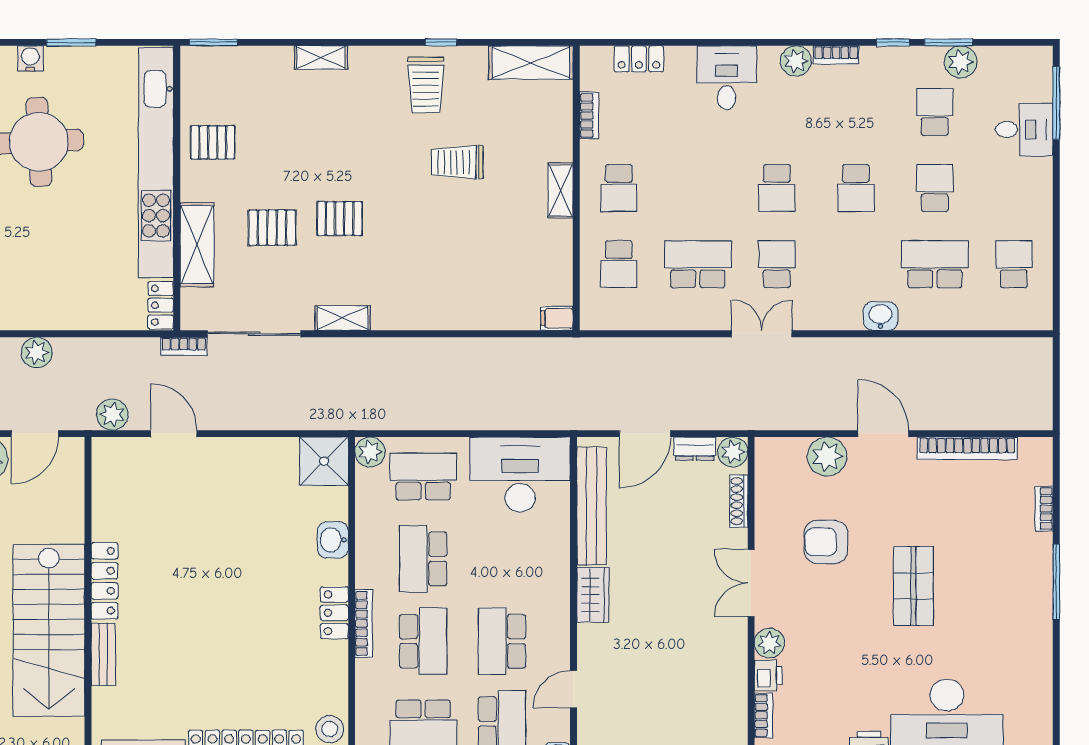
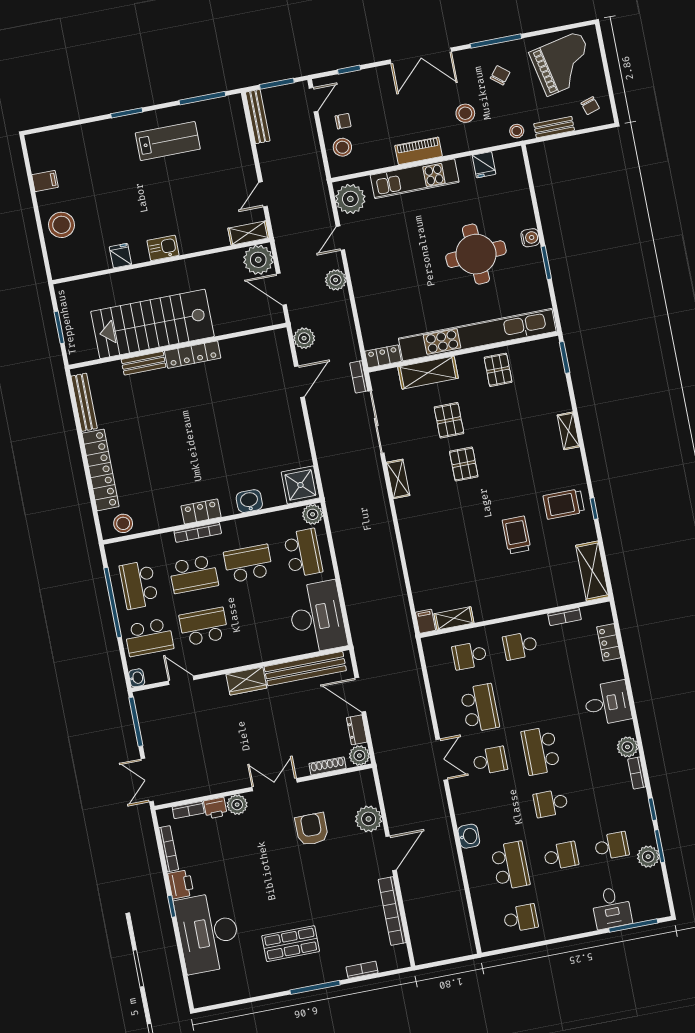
school desk: (777, 188) -> (541, 751), width x1.85
shelving: (561, 190) -> (454, 618), moved
shop shelf: (913, 586) -> (291, 944), moved

